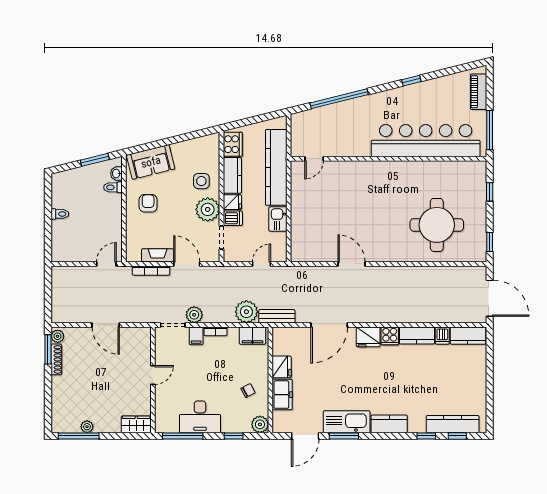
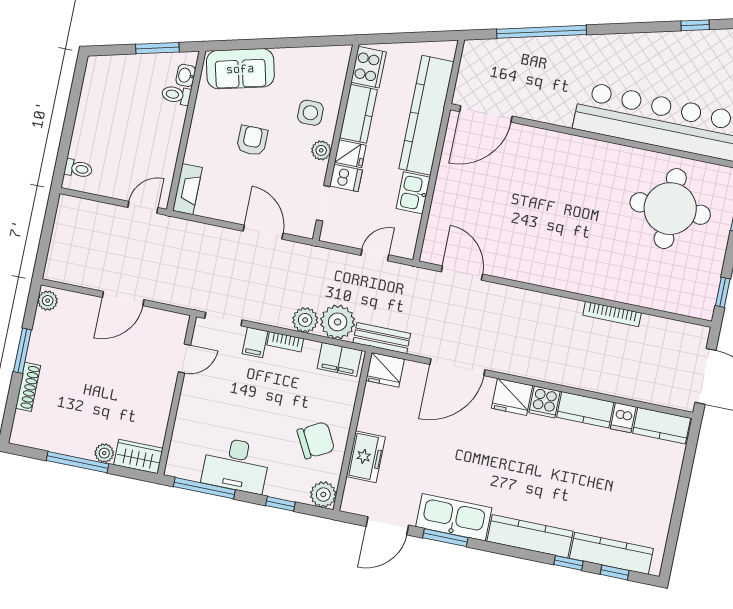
window: (411, 81) -> (695, 25), moved
door: (314, 159) -> (486, 114), width x1.88
armchair: (148, 203) -> (252, 141), moved
plant: (208, 209) -> (321, 150), width x0.53, depth x0.53
toilet: (60, 214) -> (78, 169), moved
round table: (437, 225) -> (670, 209), moved
fireplace: (158, 255) -> (187, 189), moved, turned 90
door: (352, 264) -> (462, 273), moved
bookcase: (151, 271) -> (612, 314), moved
plant: (194, 315) -> (305, 320), moved
door: (106, 325) -> (123, 298), hinge flipped
window: (48, 349) -> (22, 351), moved
shoe rack: (56, 359) -> (28, 387), moved
fridge: (282, 367) -> (385, 370), moved, turned 90
door: (153, 375) -> (184, 358), moved
chair: (248, 391) -> (316, 440), width x1.87, depth x1.87
kitchen counter: (389, 424) -> (530, 536), width x1.50
plant: (87, 427) -> (104, 453), moved
window: (79, 436) -> (78, 462), moved

